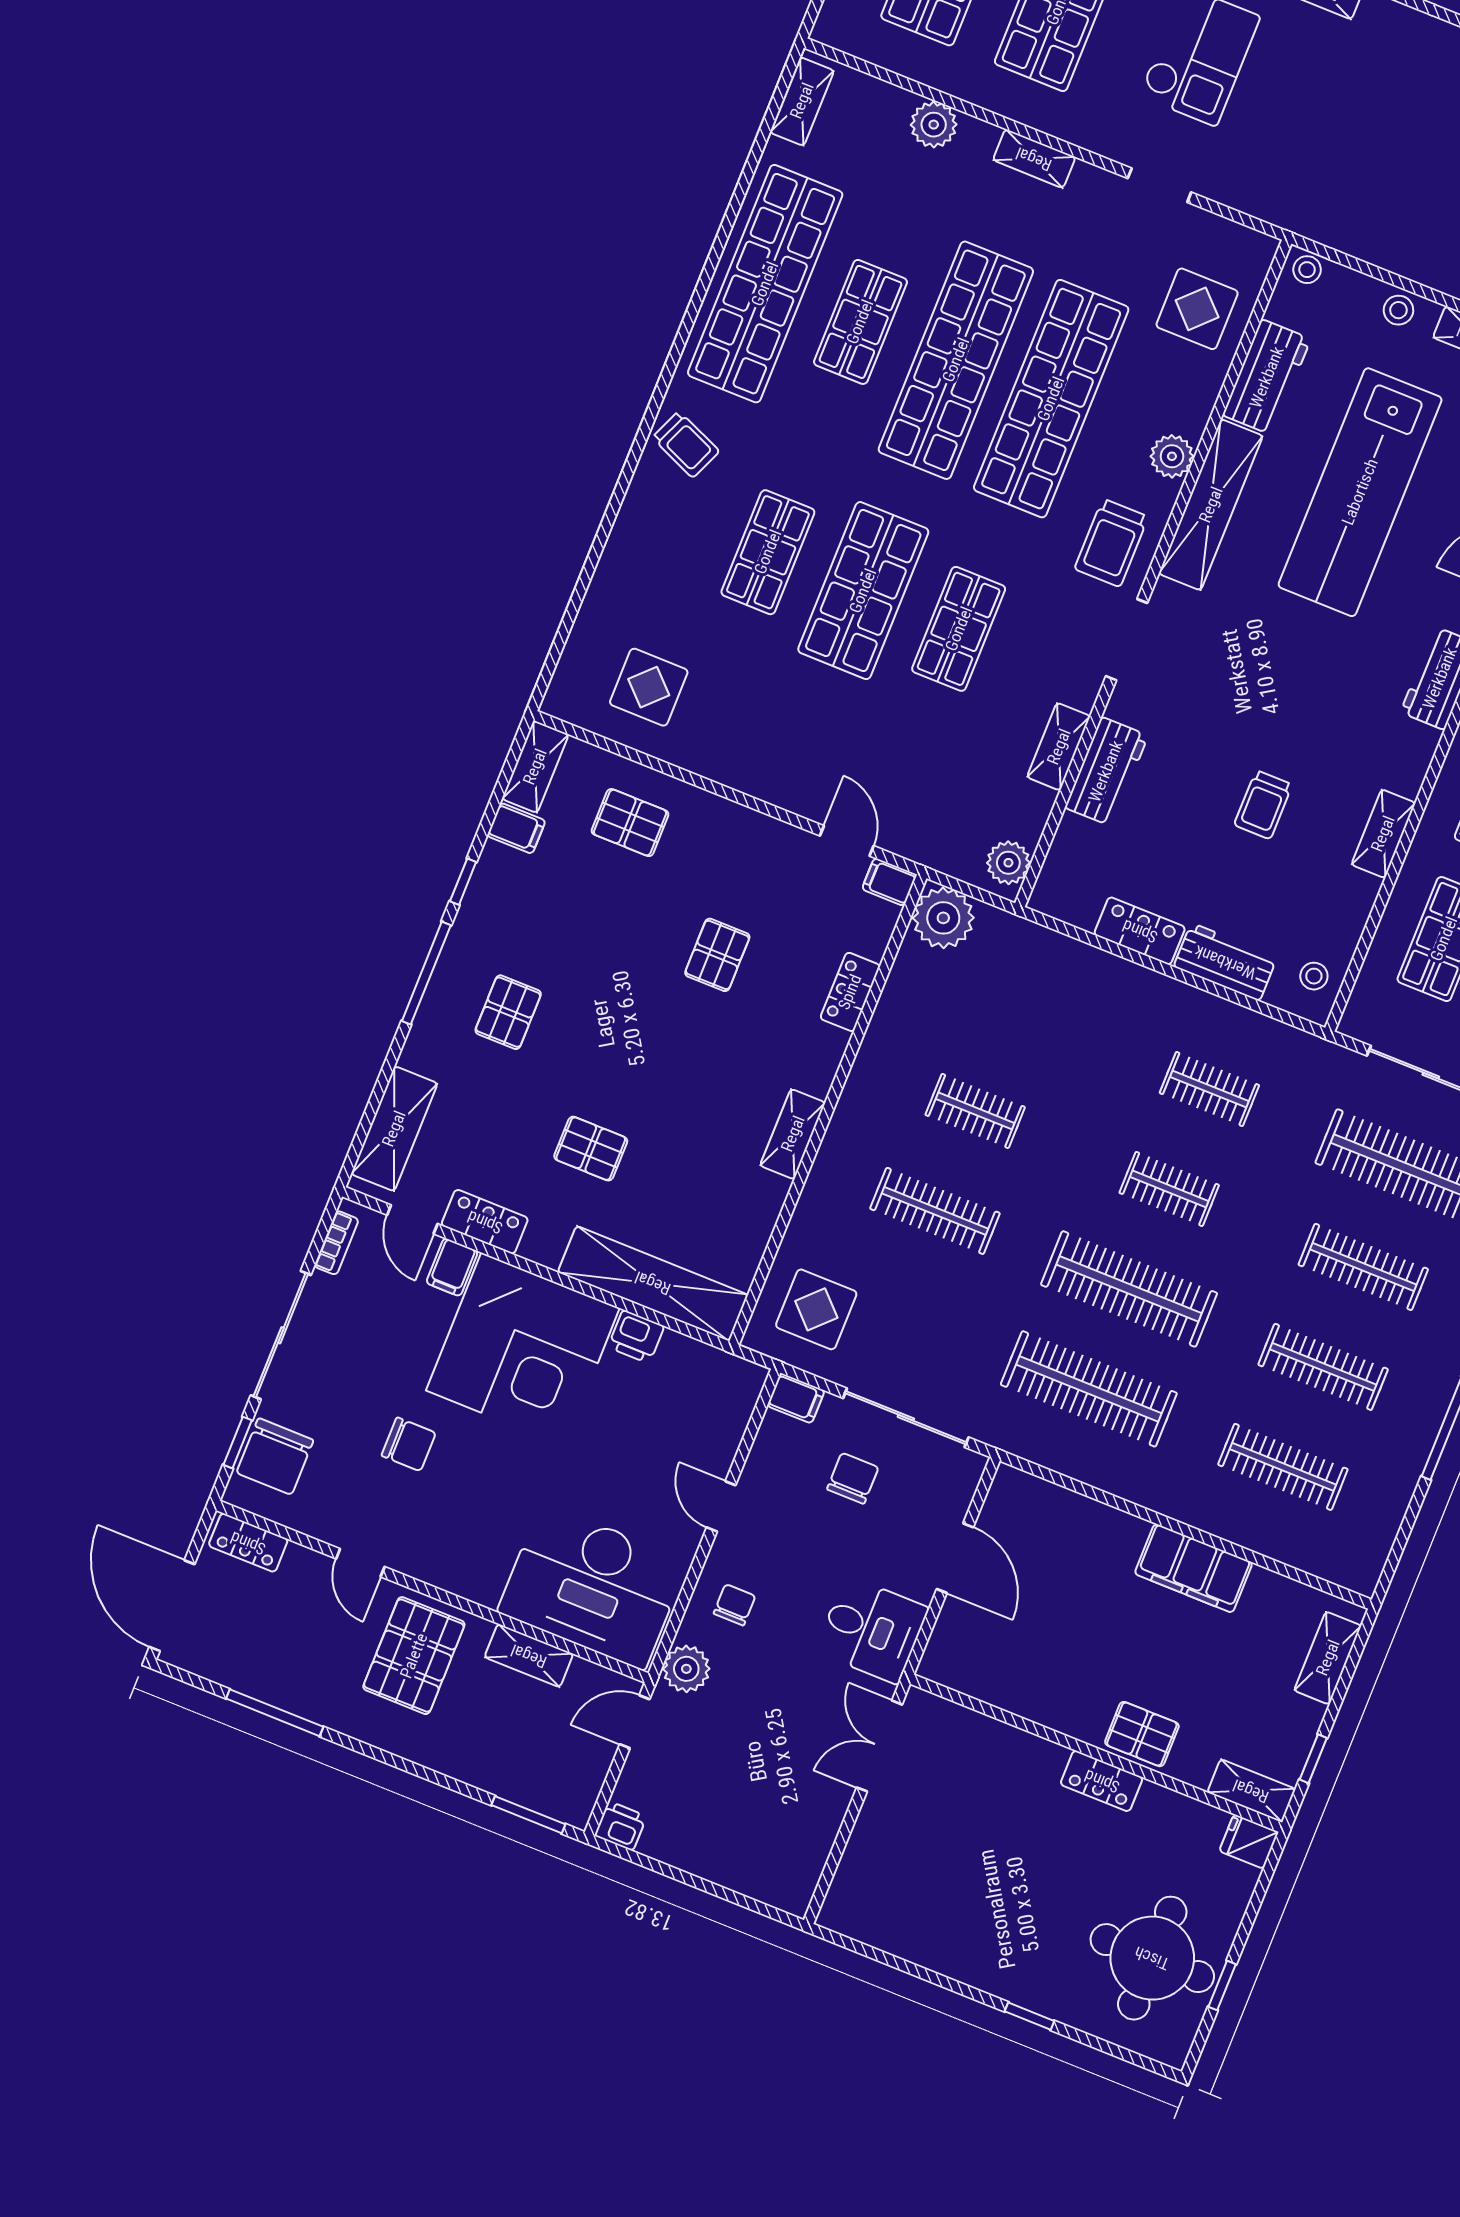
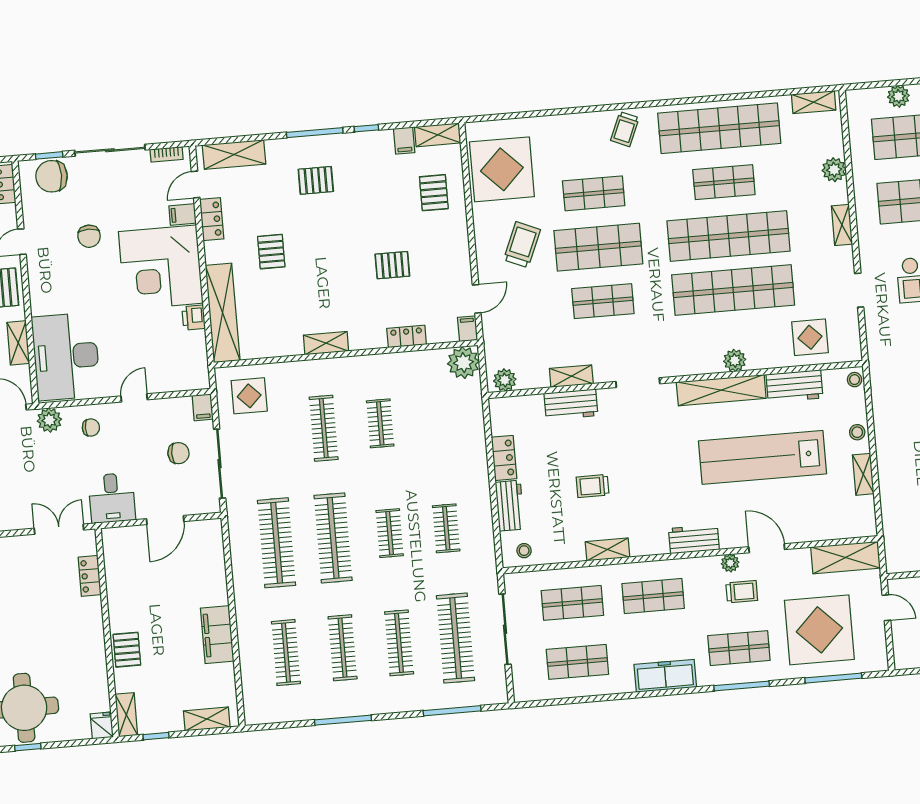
trolley: (1111, 543) -> (522, 245), moved, turned 113
display table: (649, 687) -> (502, 169), width x1.86, depth x1.86
locker: (1102, 1781) -> (90, 576), moved

